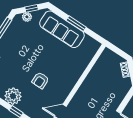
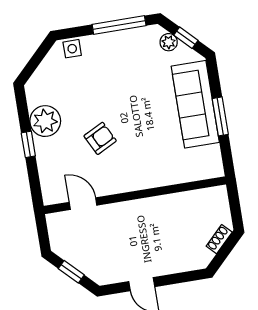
armchair: (40, 80) -> (100, 138), turned 153

